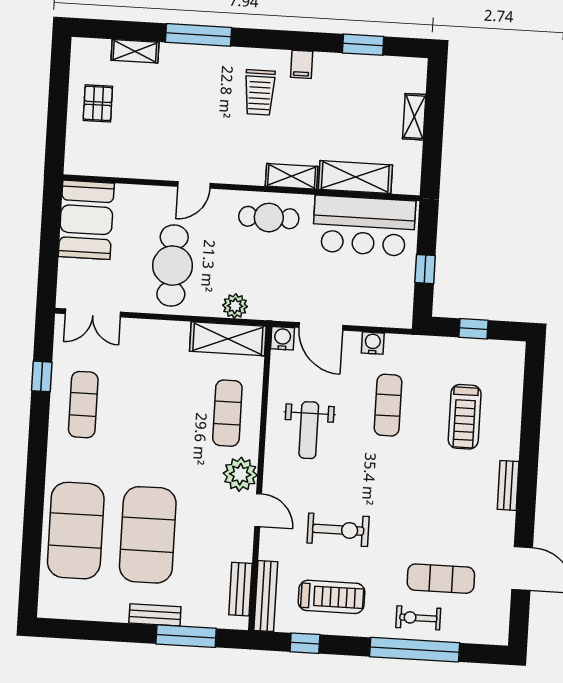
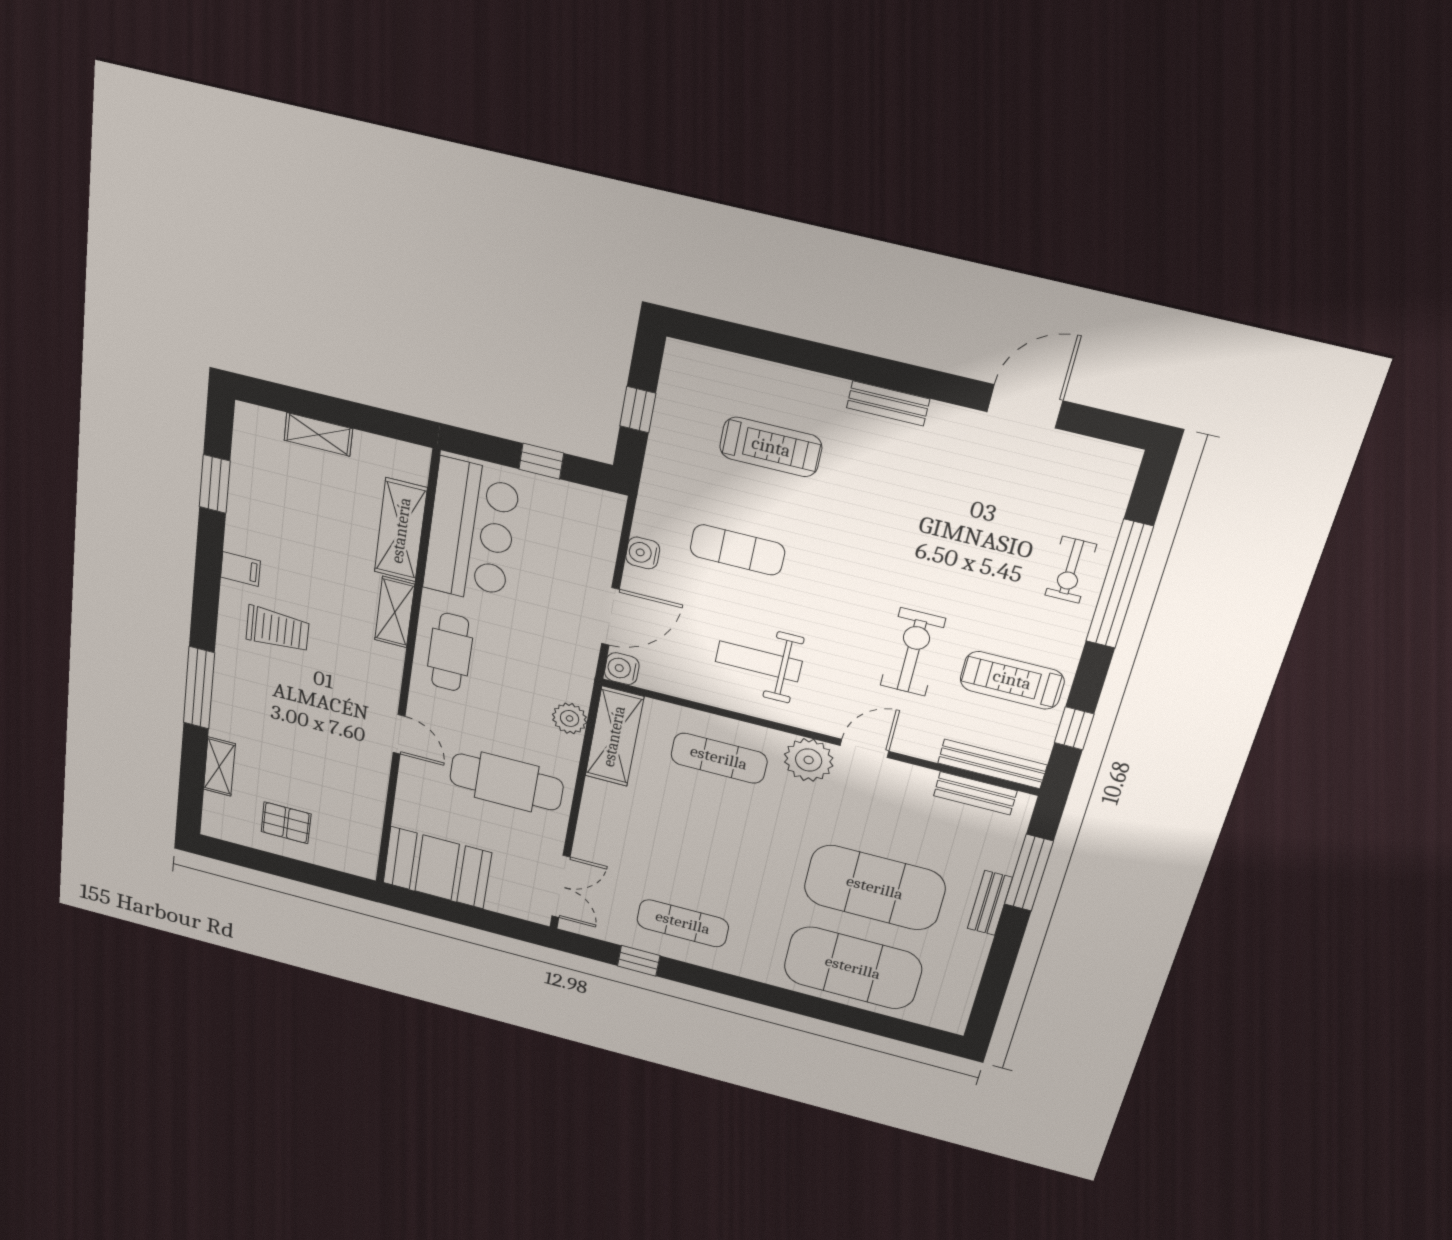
weight bench: (309, 430) -> (759, 661), turned 180
exercise mat: (441, 579) -> (1016, 527), removed
treadmill: (331, 597) -> (1012, 680), turned -90

